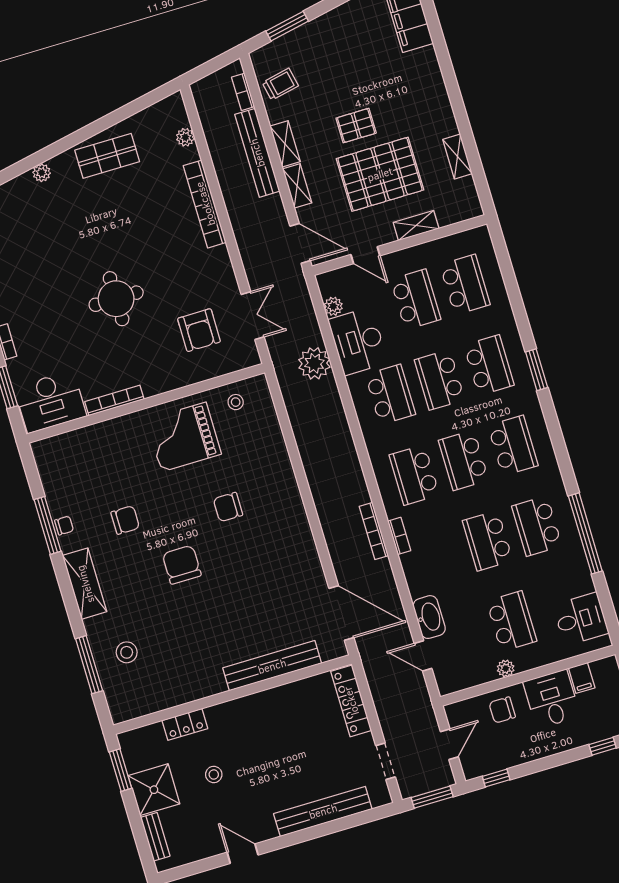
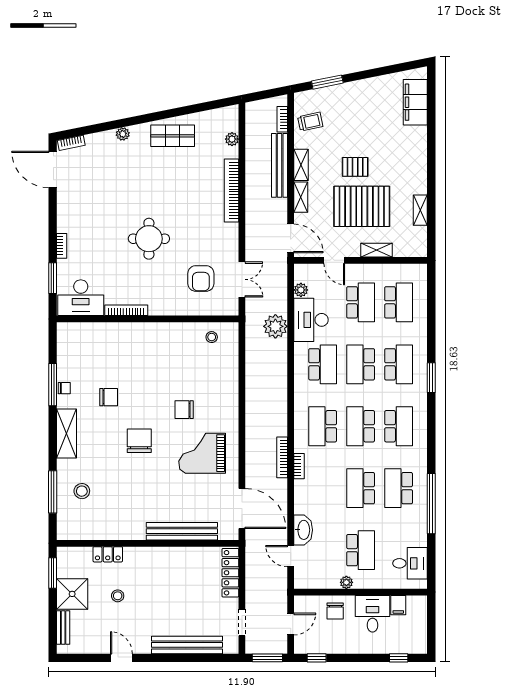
grand piano: (184, 437) -> (202, 453), moved
chair: (502, 710) -> (335, 611), turned -90

